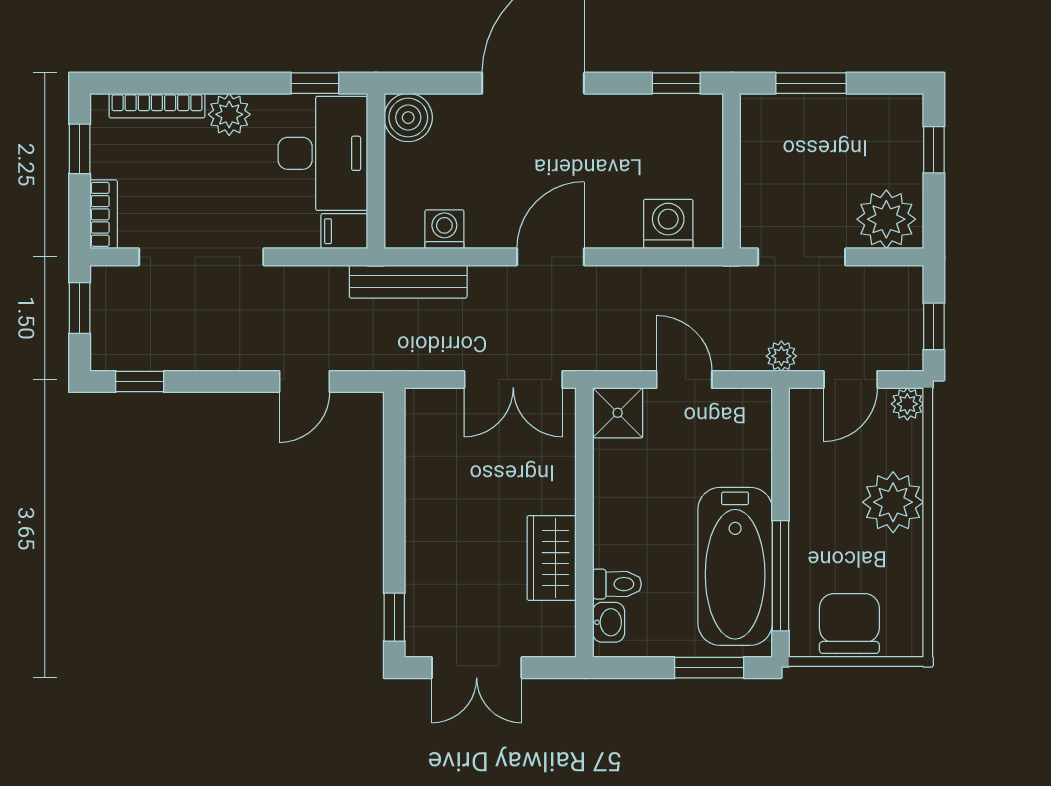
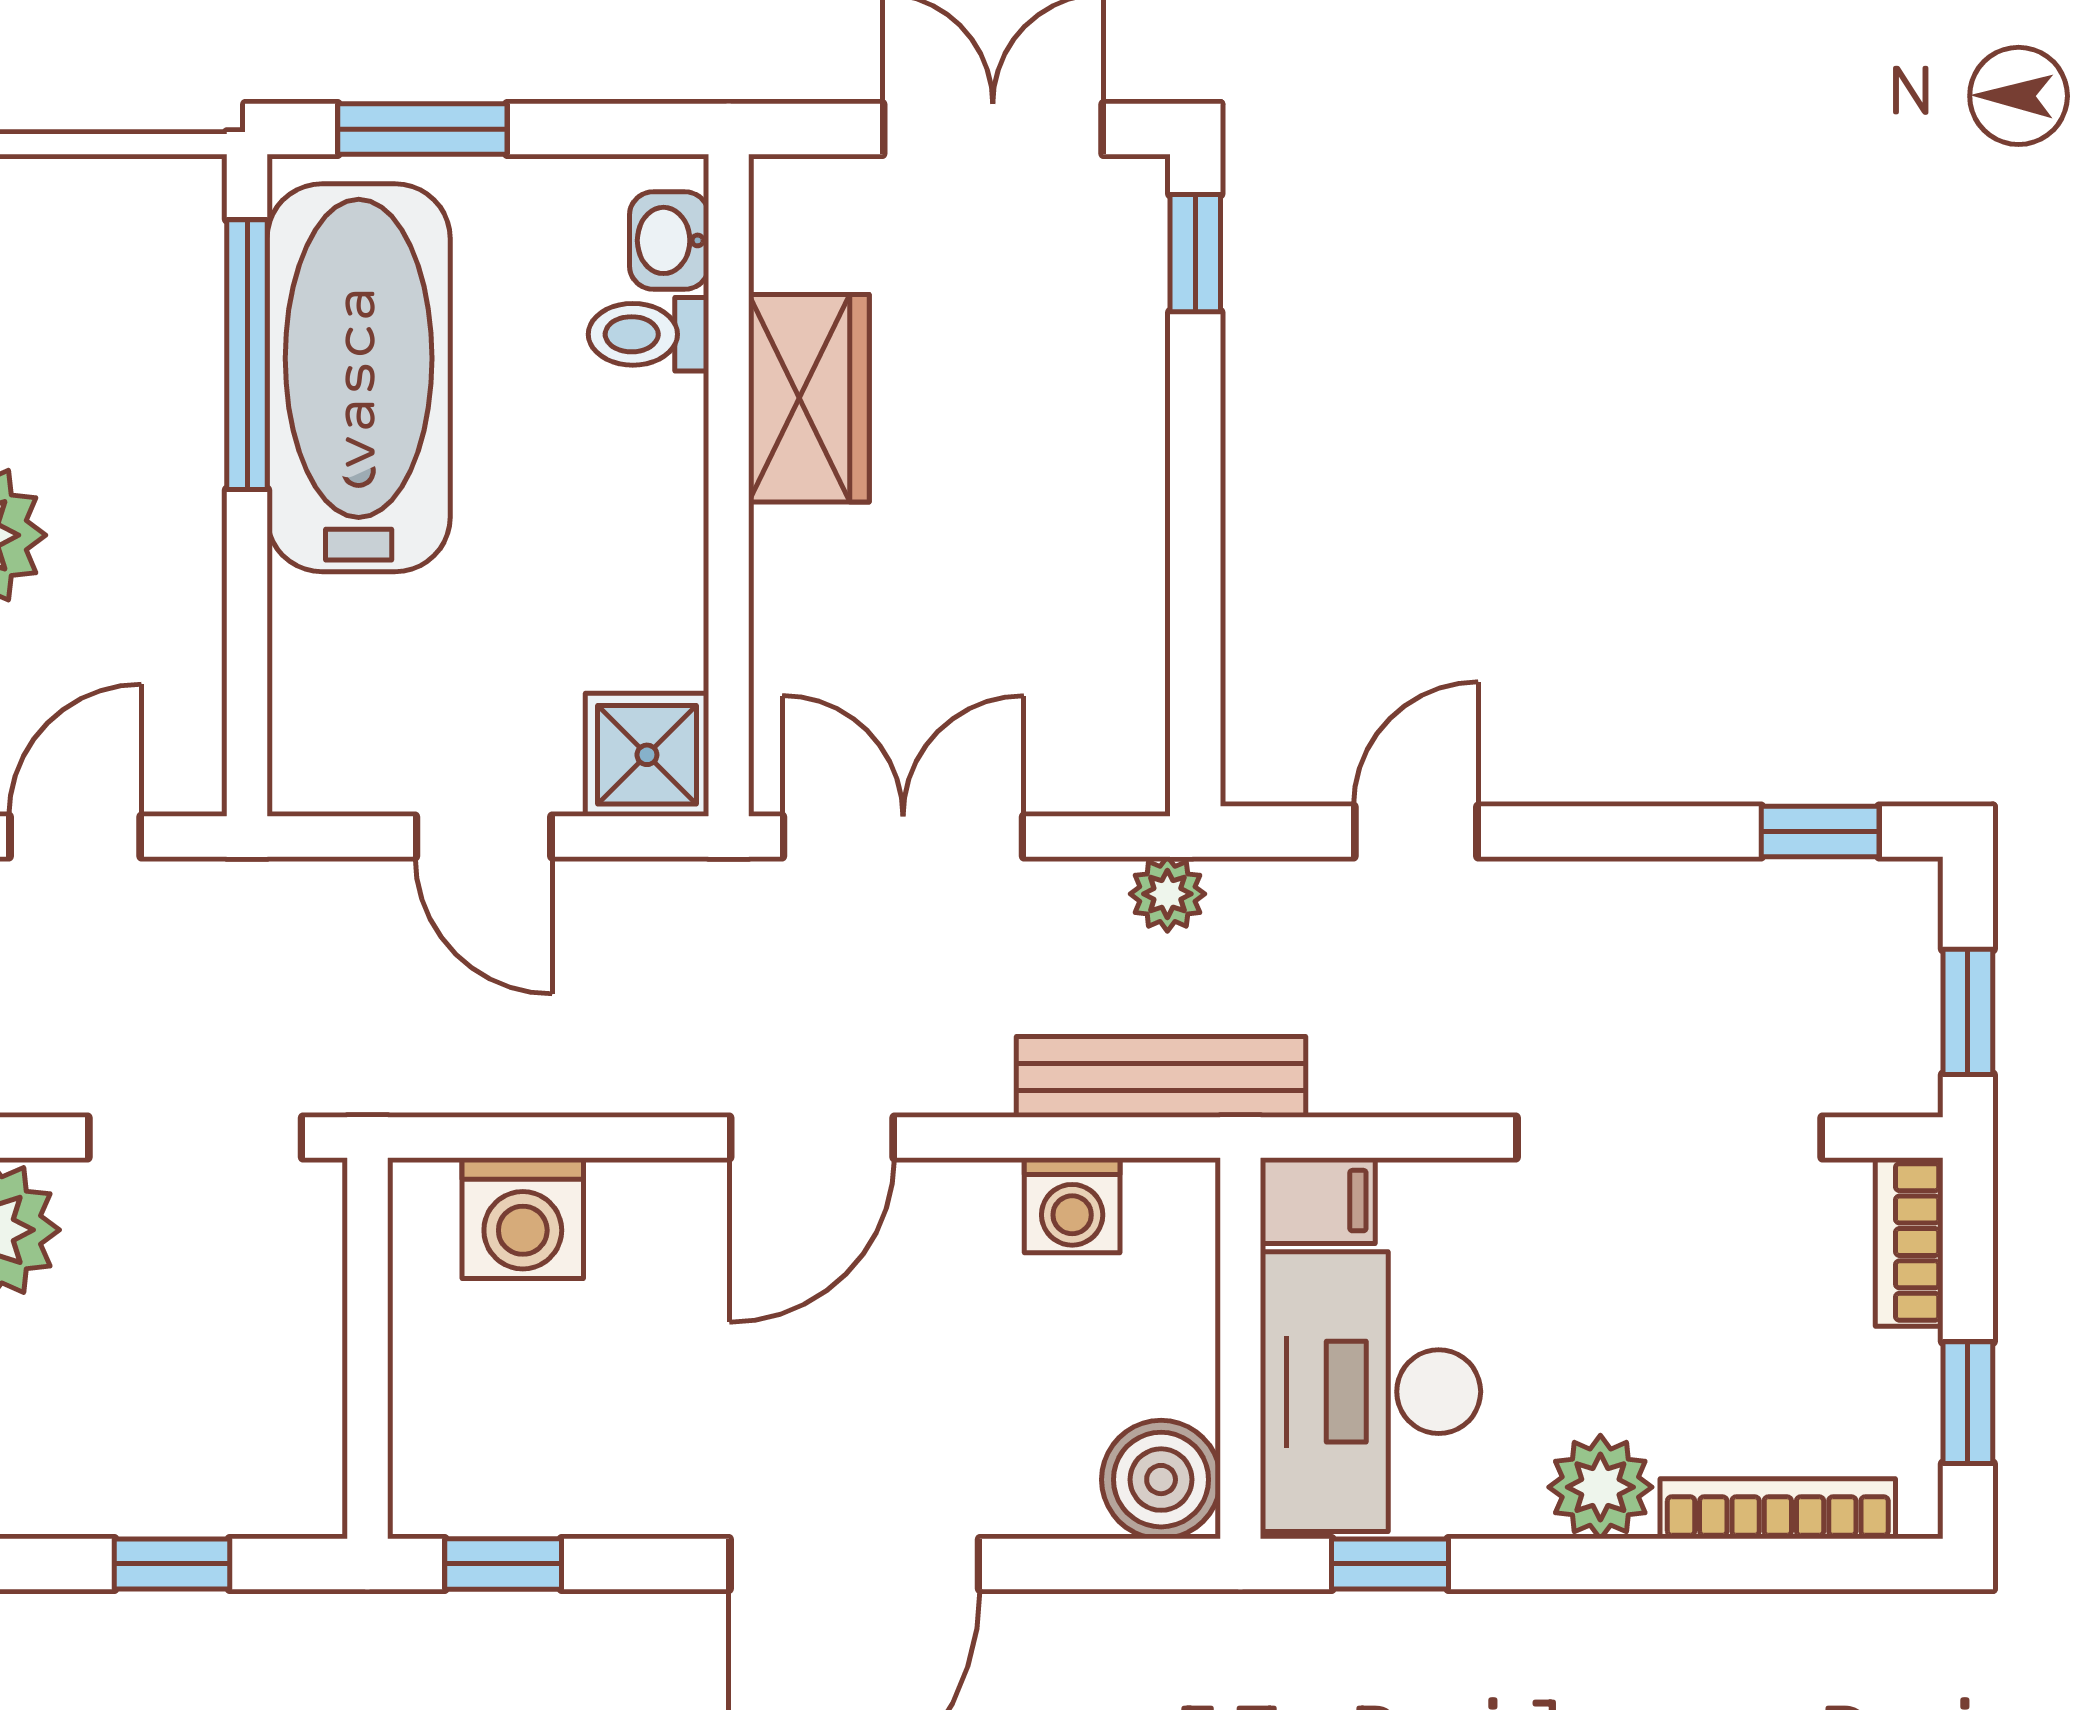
window: (811, 83) -> (172, 1564), width x0.67
plant: (781, 356) -> (1167, 894), moved
chair: (849, 624) -> (78, 237), removed

